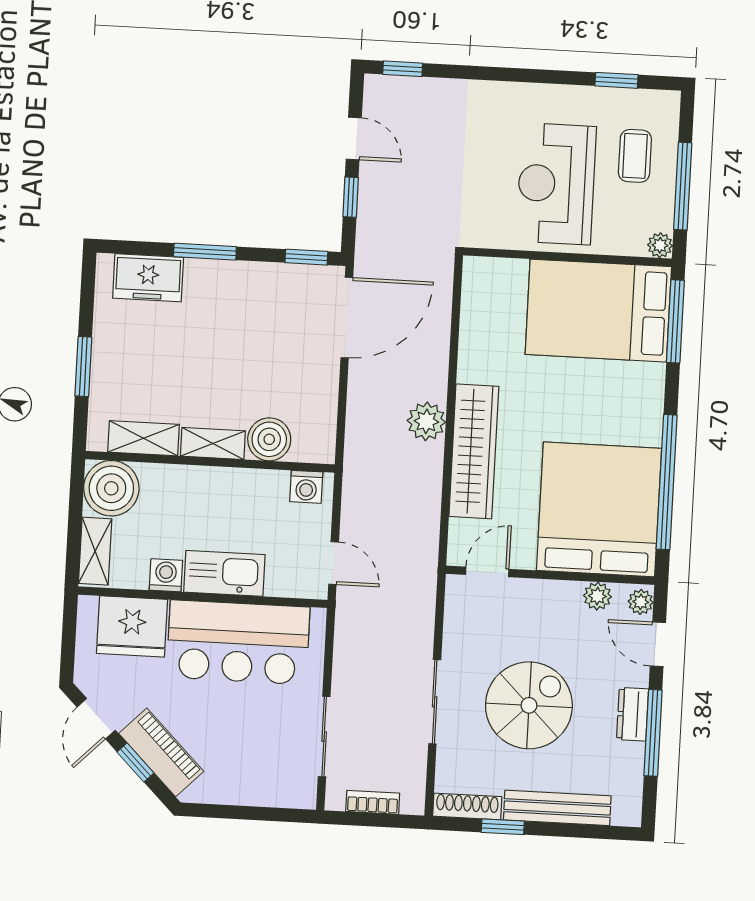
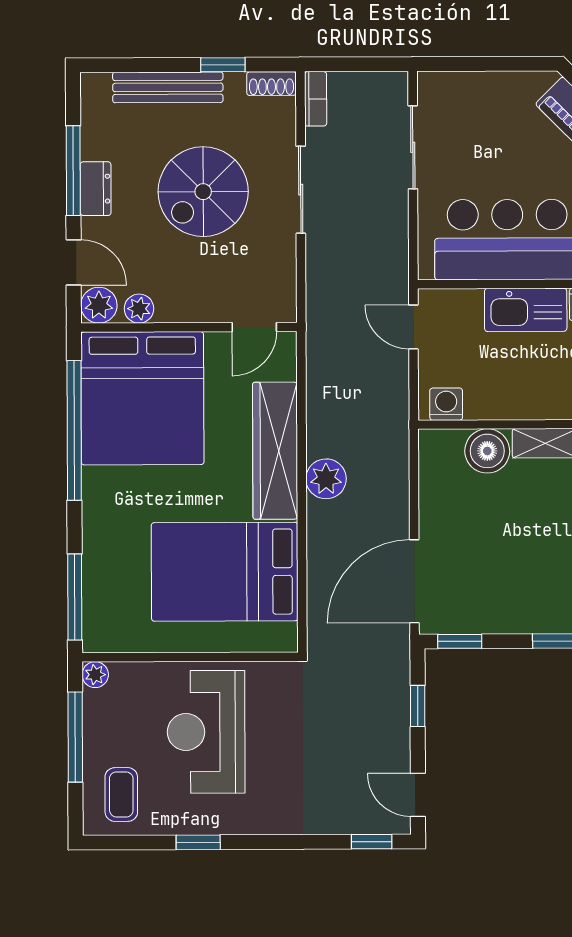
window: (617, 80) -> (198, 842), moved
door: (354, 138) -> (418, 795), moved
coffee table: (635, 156) -> (121, 795), moved
reception desk: (556, 184) -> (206, 732), turned 180
bed: (598, 311) -> (225, 572), moved, turned 180
plant: (641, 602) -> (99, 305), width x1.38, depth x1.38
bookcase: (373, 802) -> (316, 99), moved, turned -90
shoe rack: (467, 806) -> (271, 84), width x0.70

